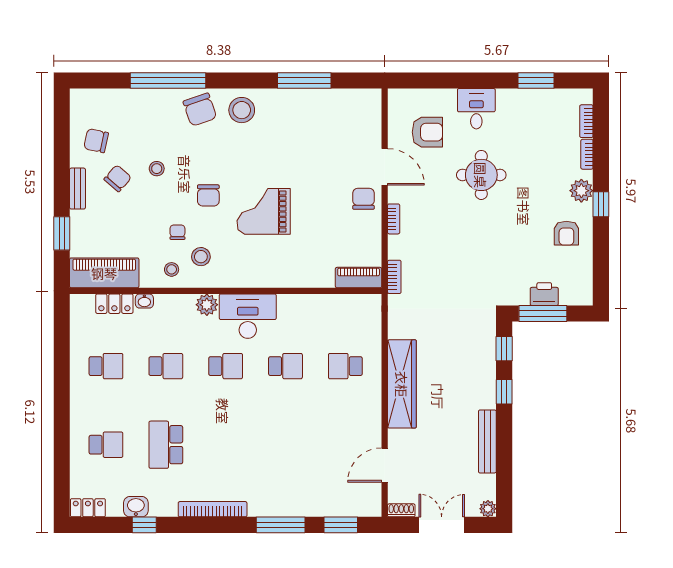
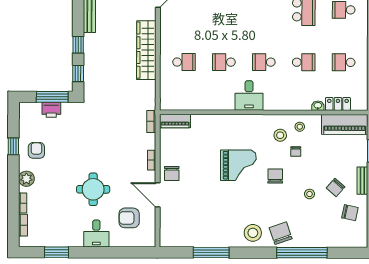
window: (601, 204) -> (13, 146), moved
plant: (207, 305) -> (276, 103), removed
desk: (248, 316) -> (249, 95), width x0.73
school desk: (166, 366) -> (304, 62), turned 180

